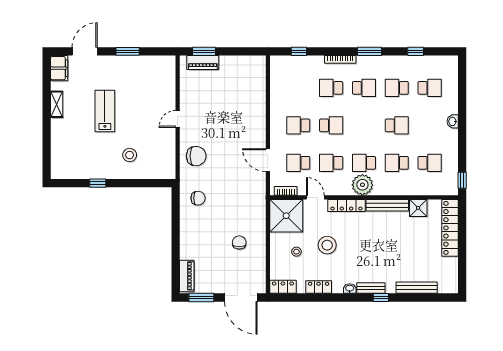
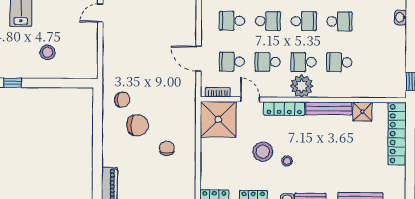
chair: (196, 156) -> (138, 125), moved
school desk: (430, 163) -> (304, 21), moved
stool: (296, 252) -> (287, 161), moved

